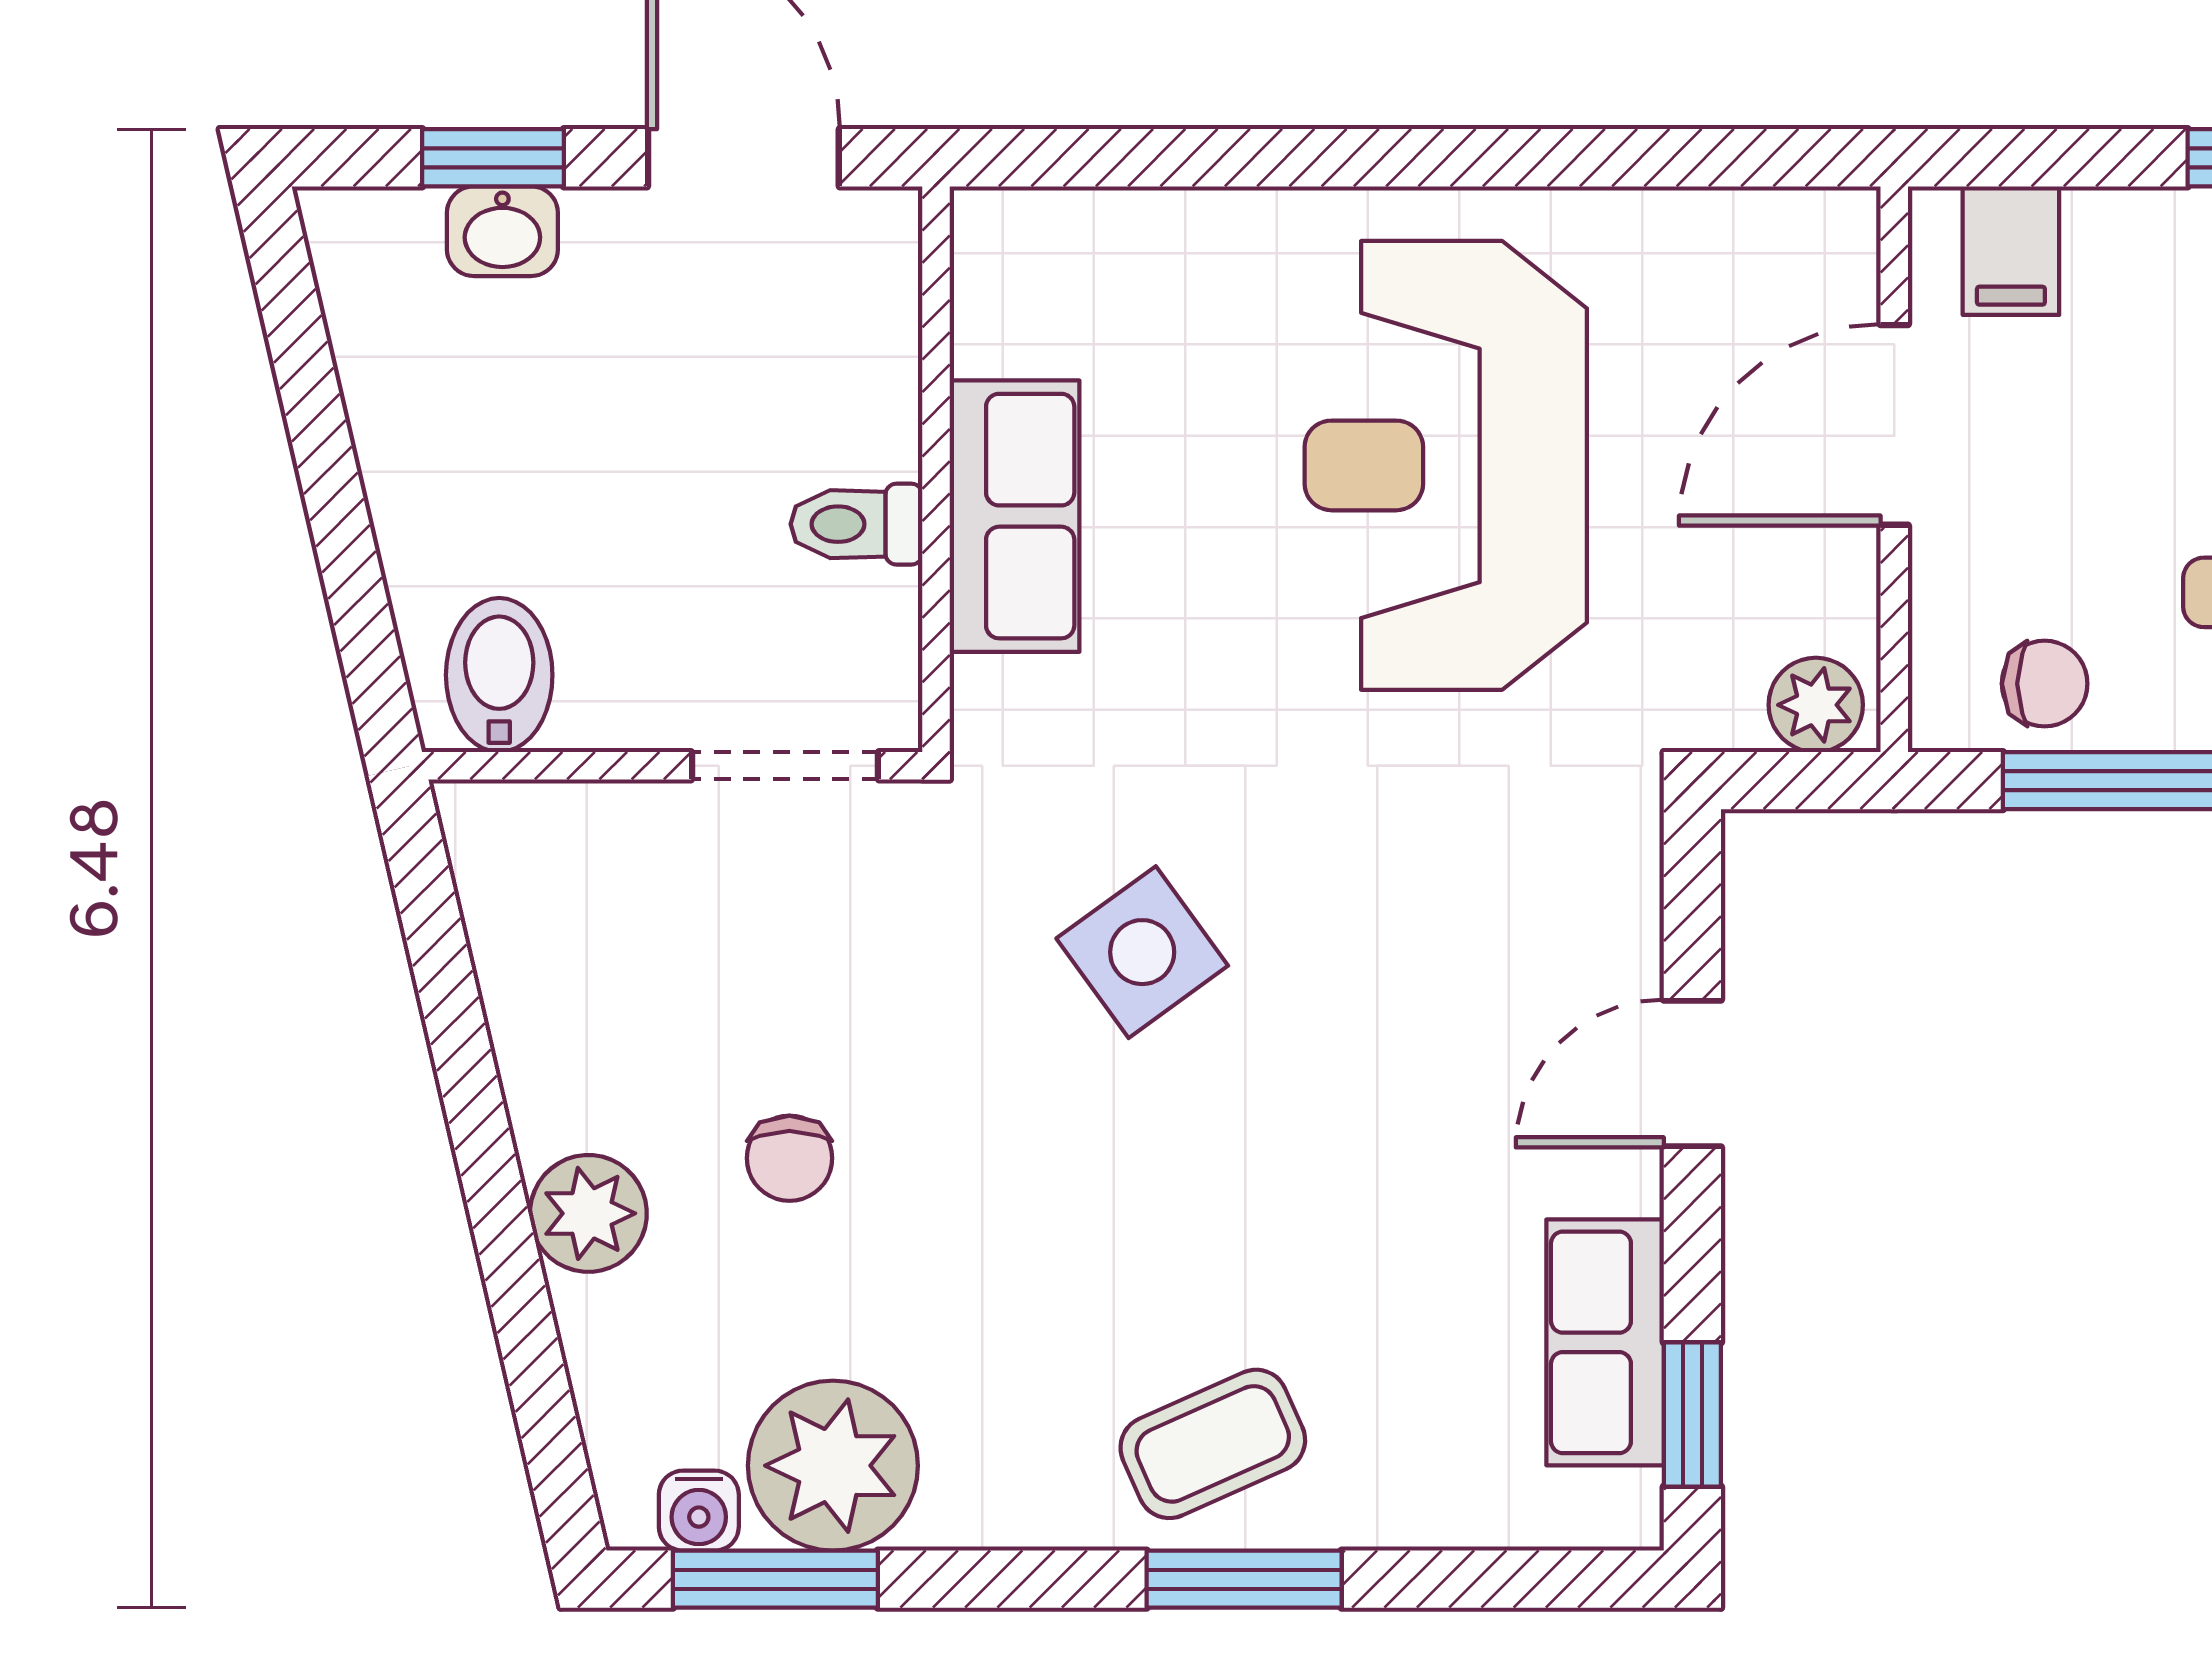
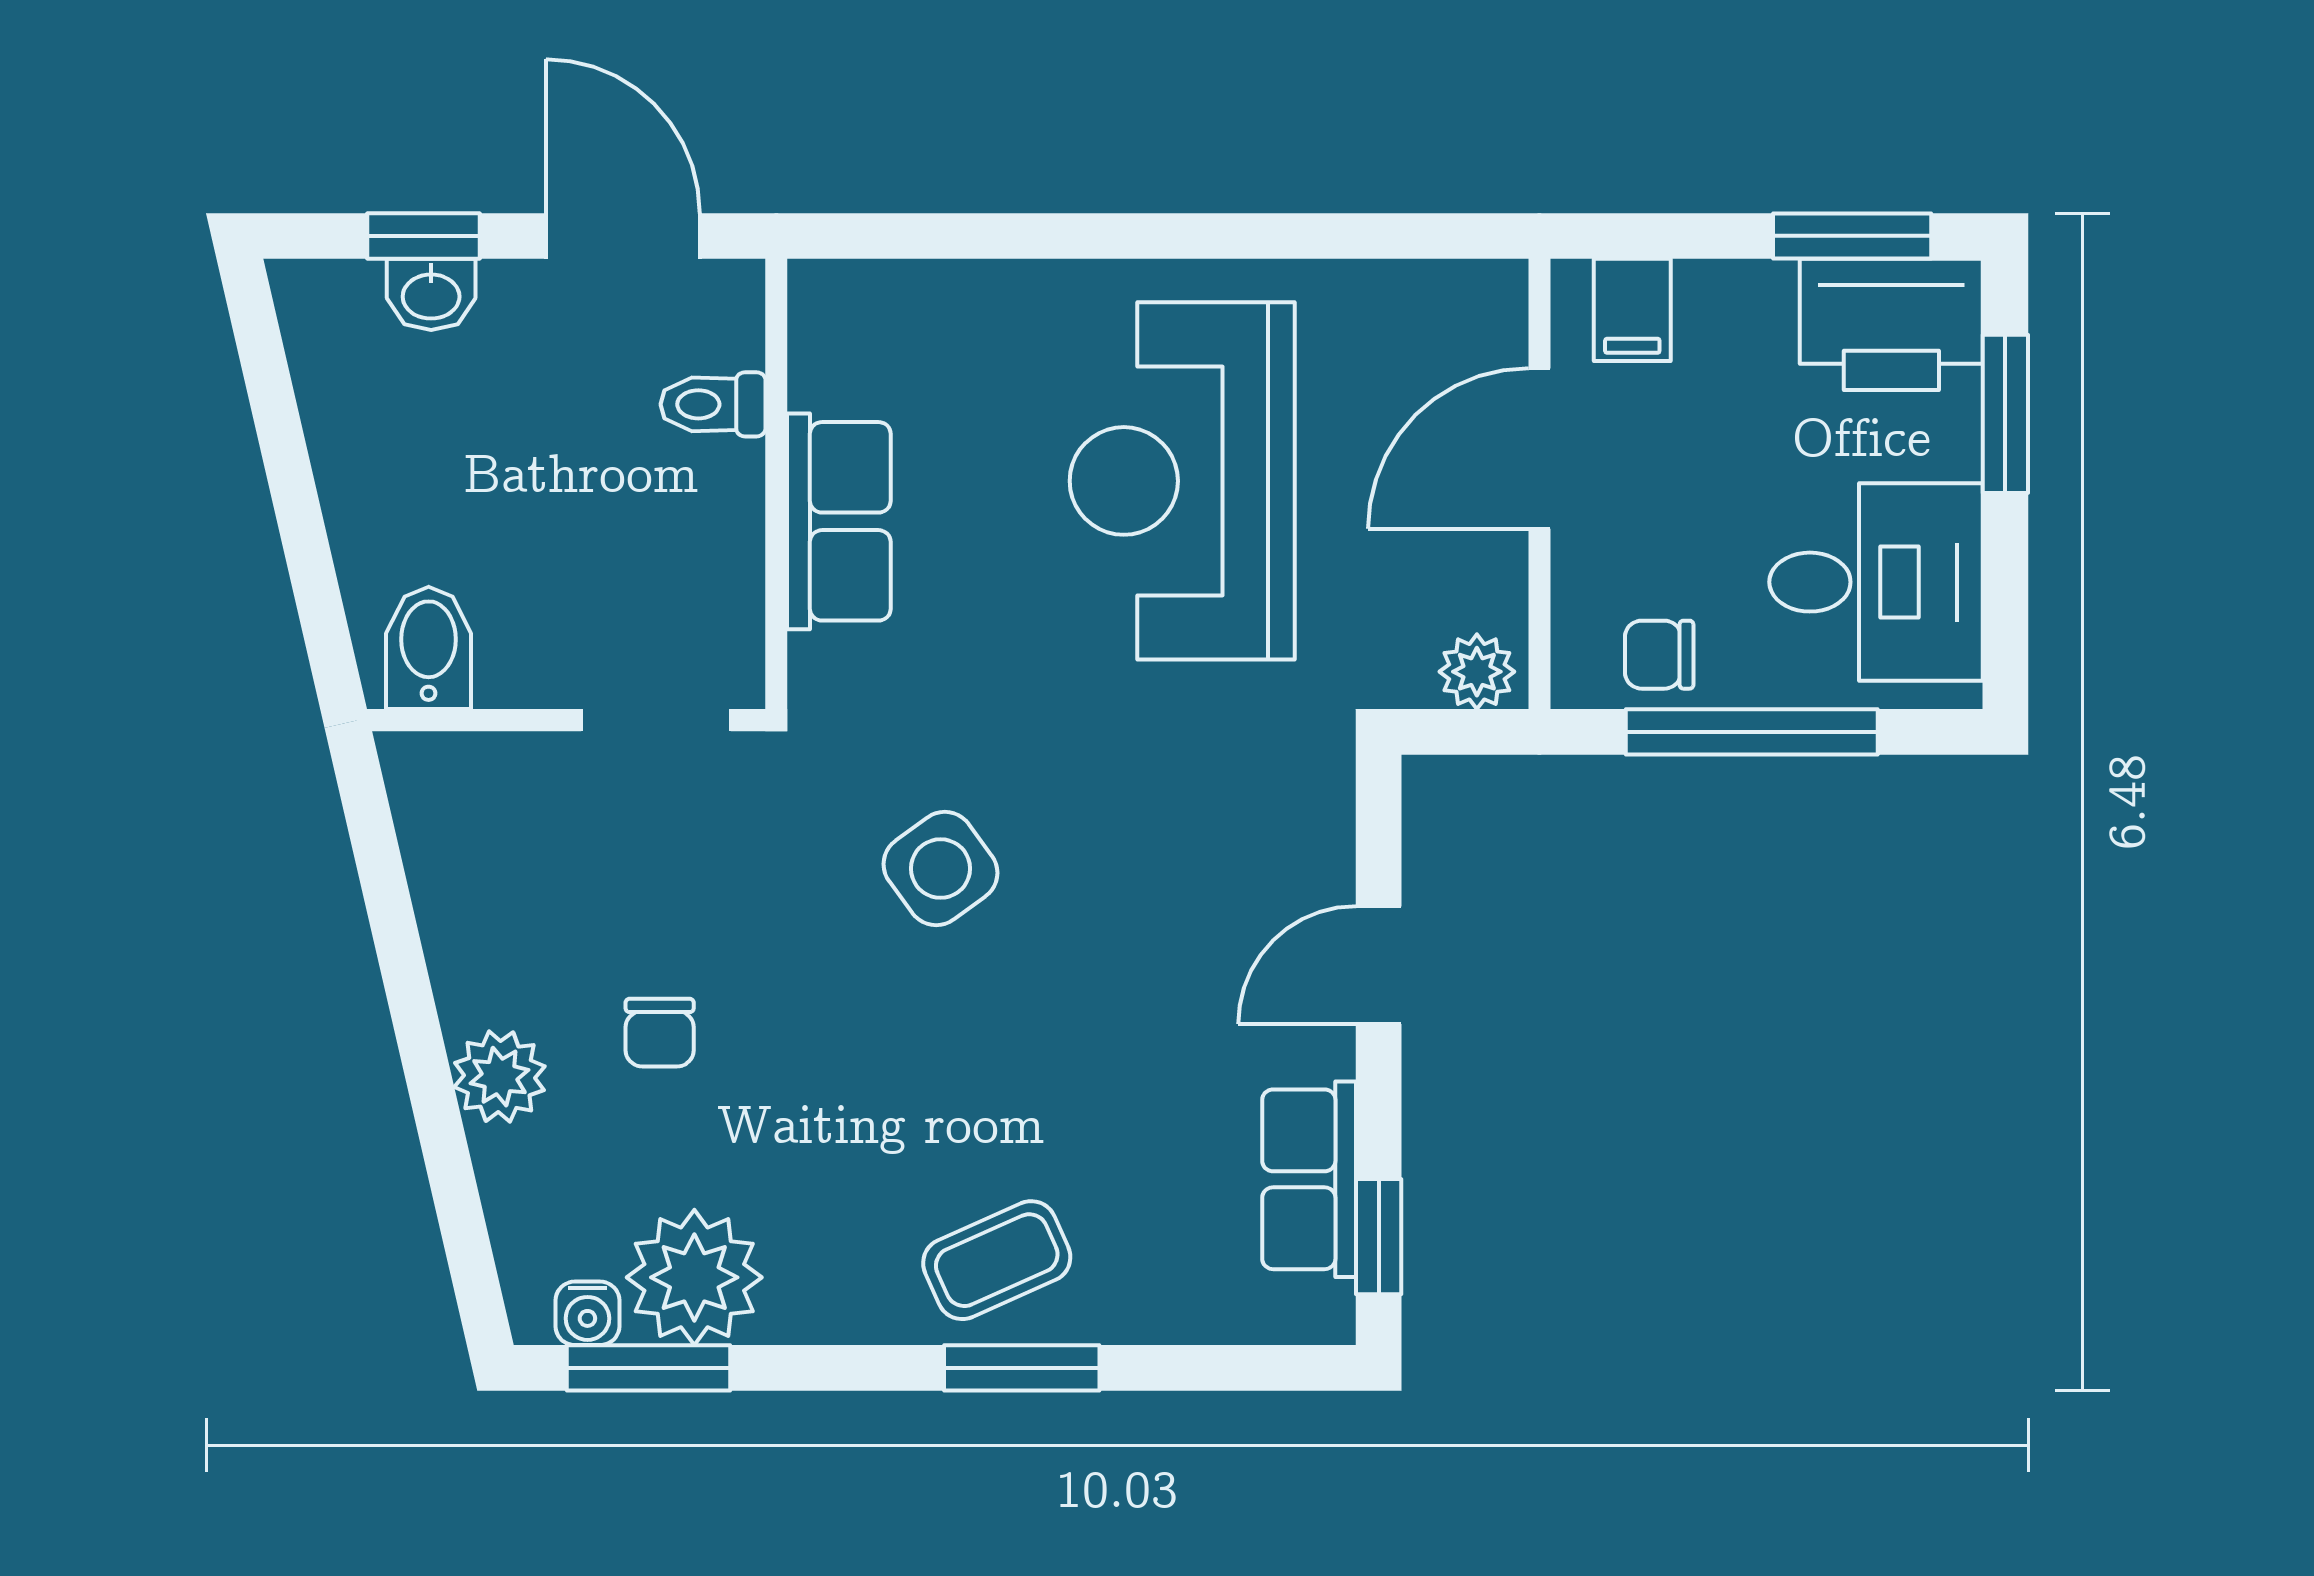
toilet: (856, 524) -> (713, 404), moved
chair: (2045, 684) -> (1659, 655), turned 180

